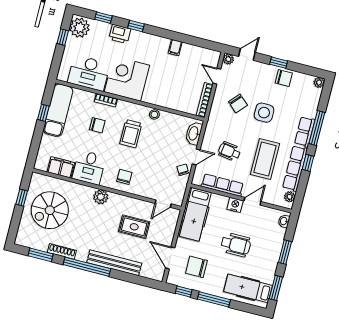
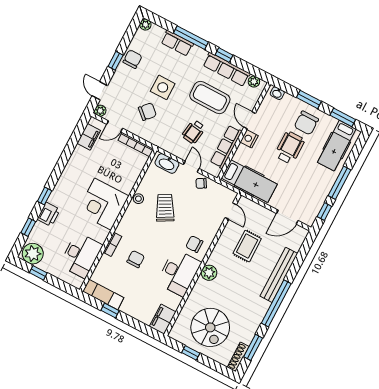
filing cabinet: (175, 47) -> (89, 137), moved, width x2.00
corner desk: (127, 79) -> (103, 204), moved
exam couch: (58, 110) -> (103, 295), width x0.73, depth x0.69
row of seats: (305, 132) -> (177, 43), moved
trolley: (131, 134) -> (165, 208), moved, turned -119
filing cabinet: (61, 167) -> (163, 319), moved
desk: (89, 167) -> (179, 273), width x1.37
shoe rack: (62, 251) -> (238, 357), moved
chair: (196, 267) -> (306, 123), moved

